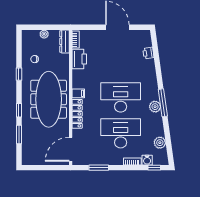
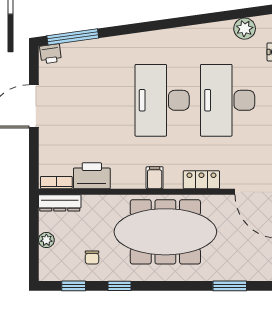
printer: (148, 53) -> (51, 54), moved
window: (163, 103) -> (73, 37), moved
plant: (155, 107) -> (179, 37), removed
window: (19, 110) -> (74, 286), moved
locker: (77, 114) -> (201, 180), width x0.66

